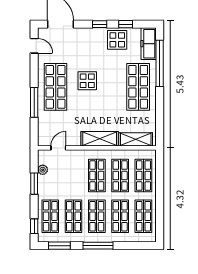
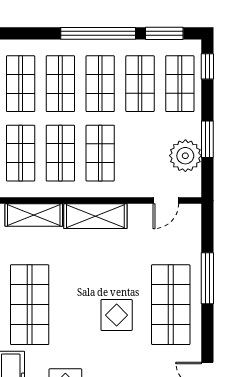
plant: (43, 170) -> (185, 156), width x1.88, depth x1.88
window: (98, 246) -> (98, 33), width x1.46

